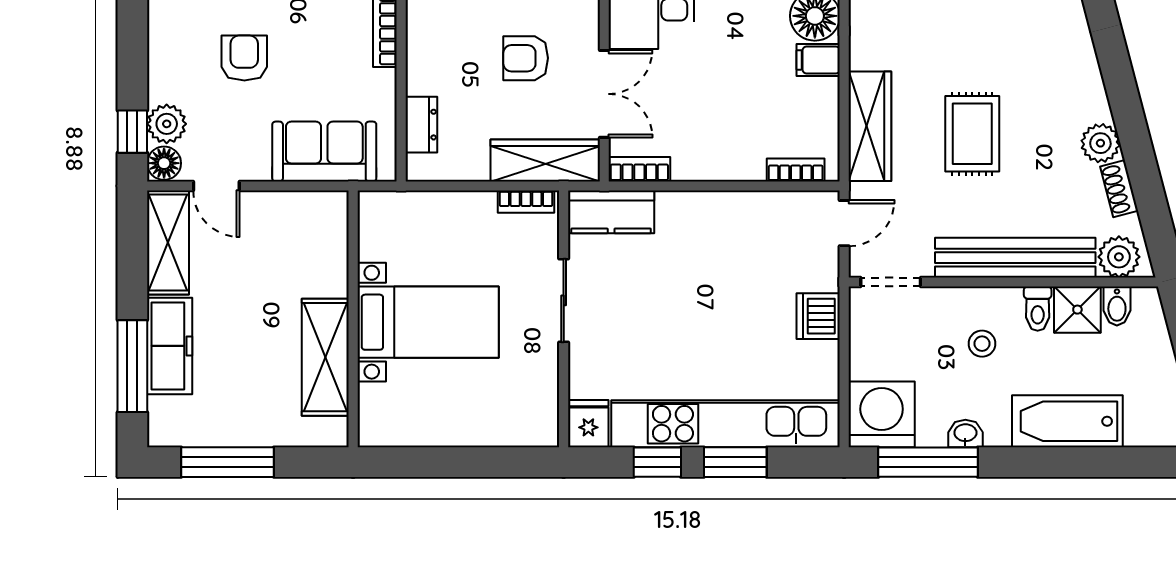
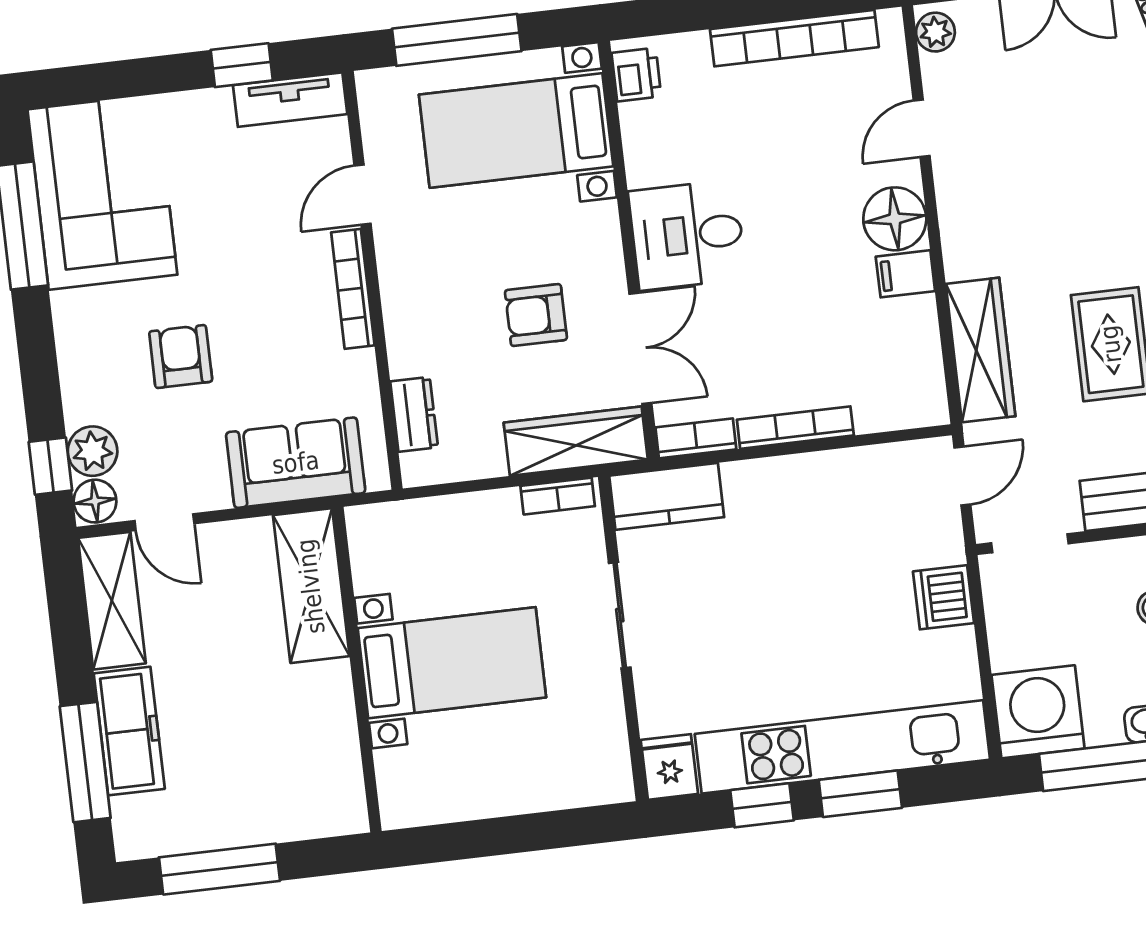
bookcase: (796, 170) -> (795, 428), moved, width x1.56
shelving: (325, 357) -> (311, 586), moved

